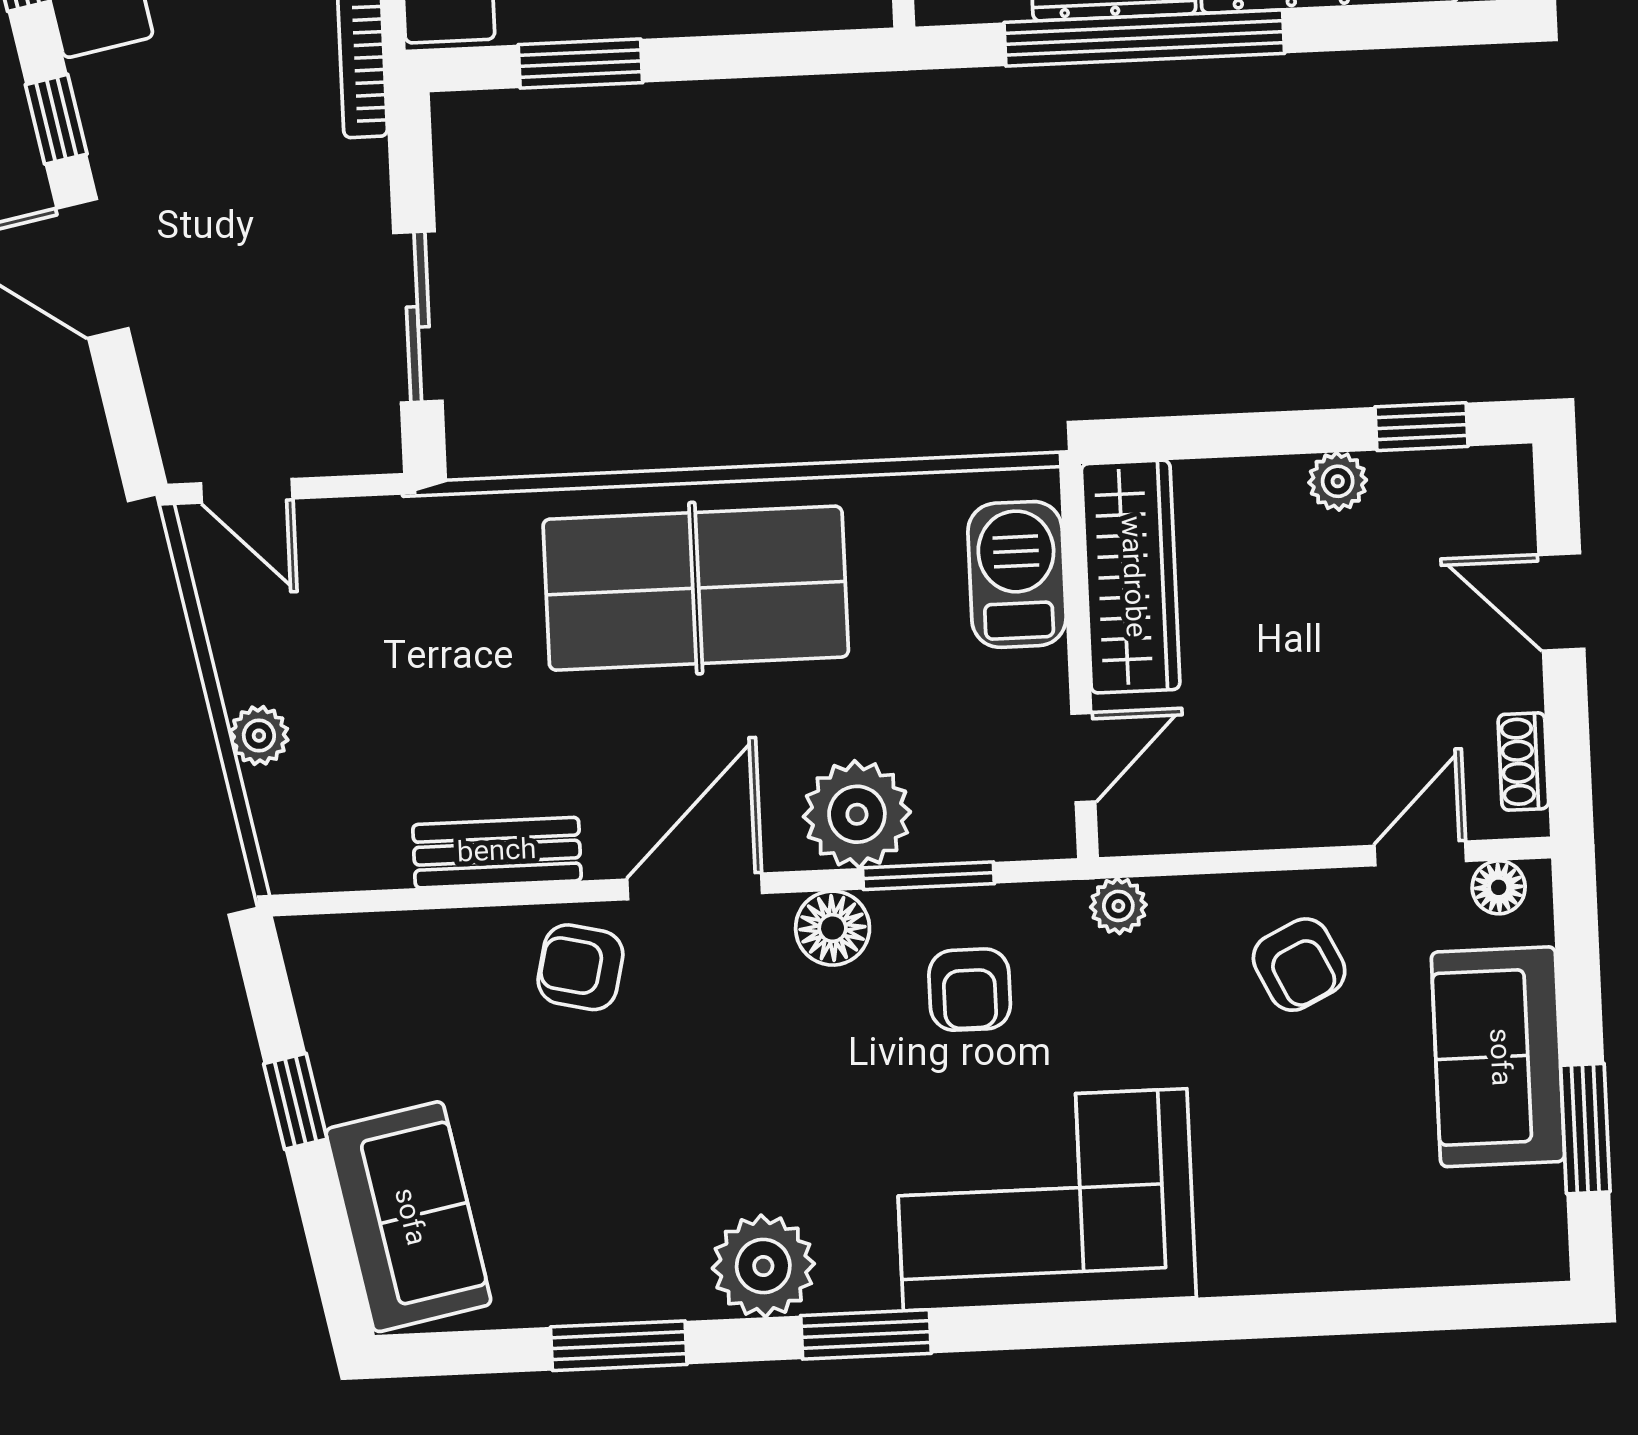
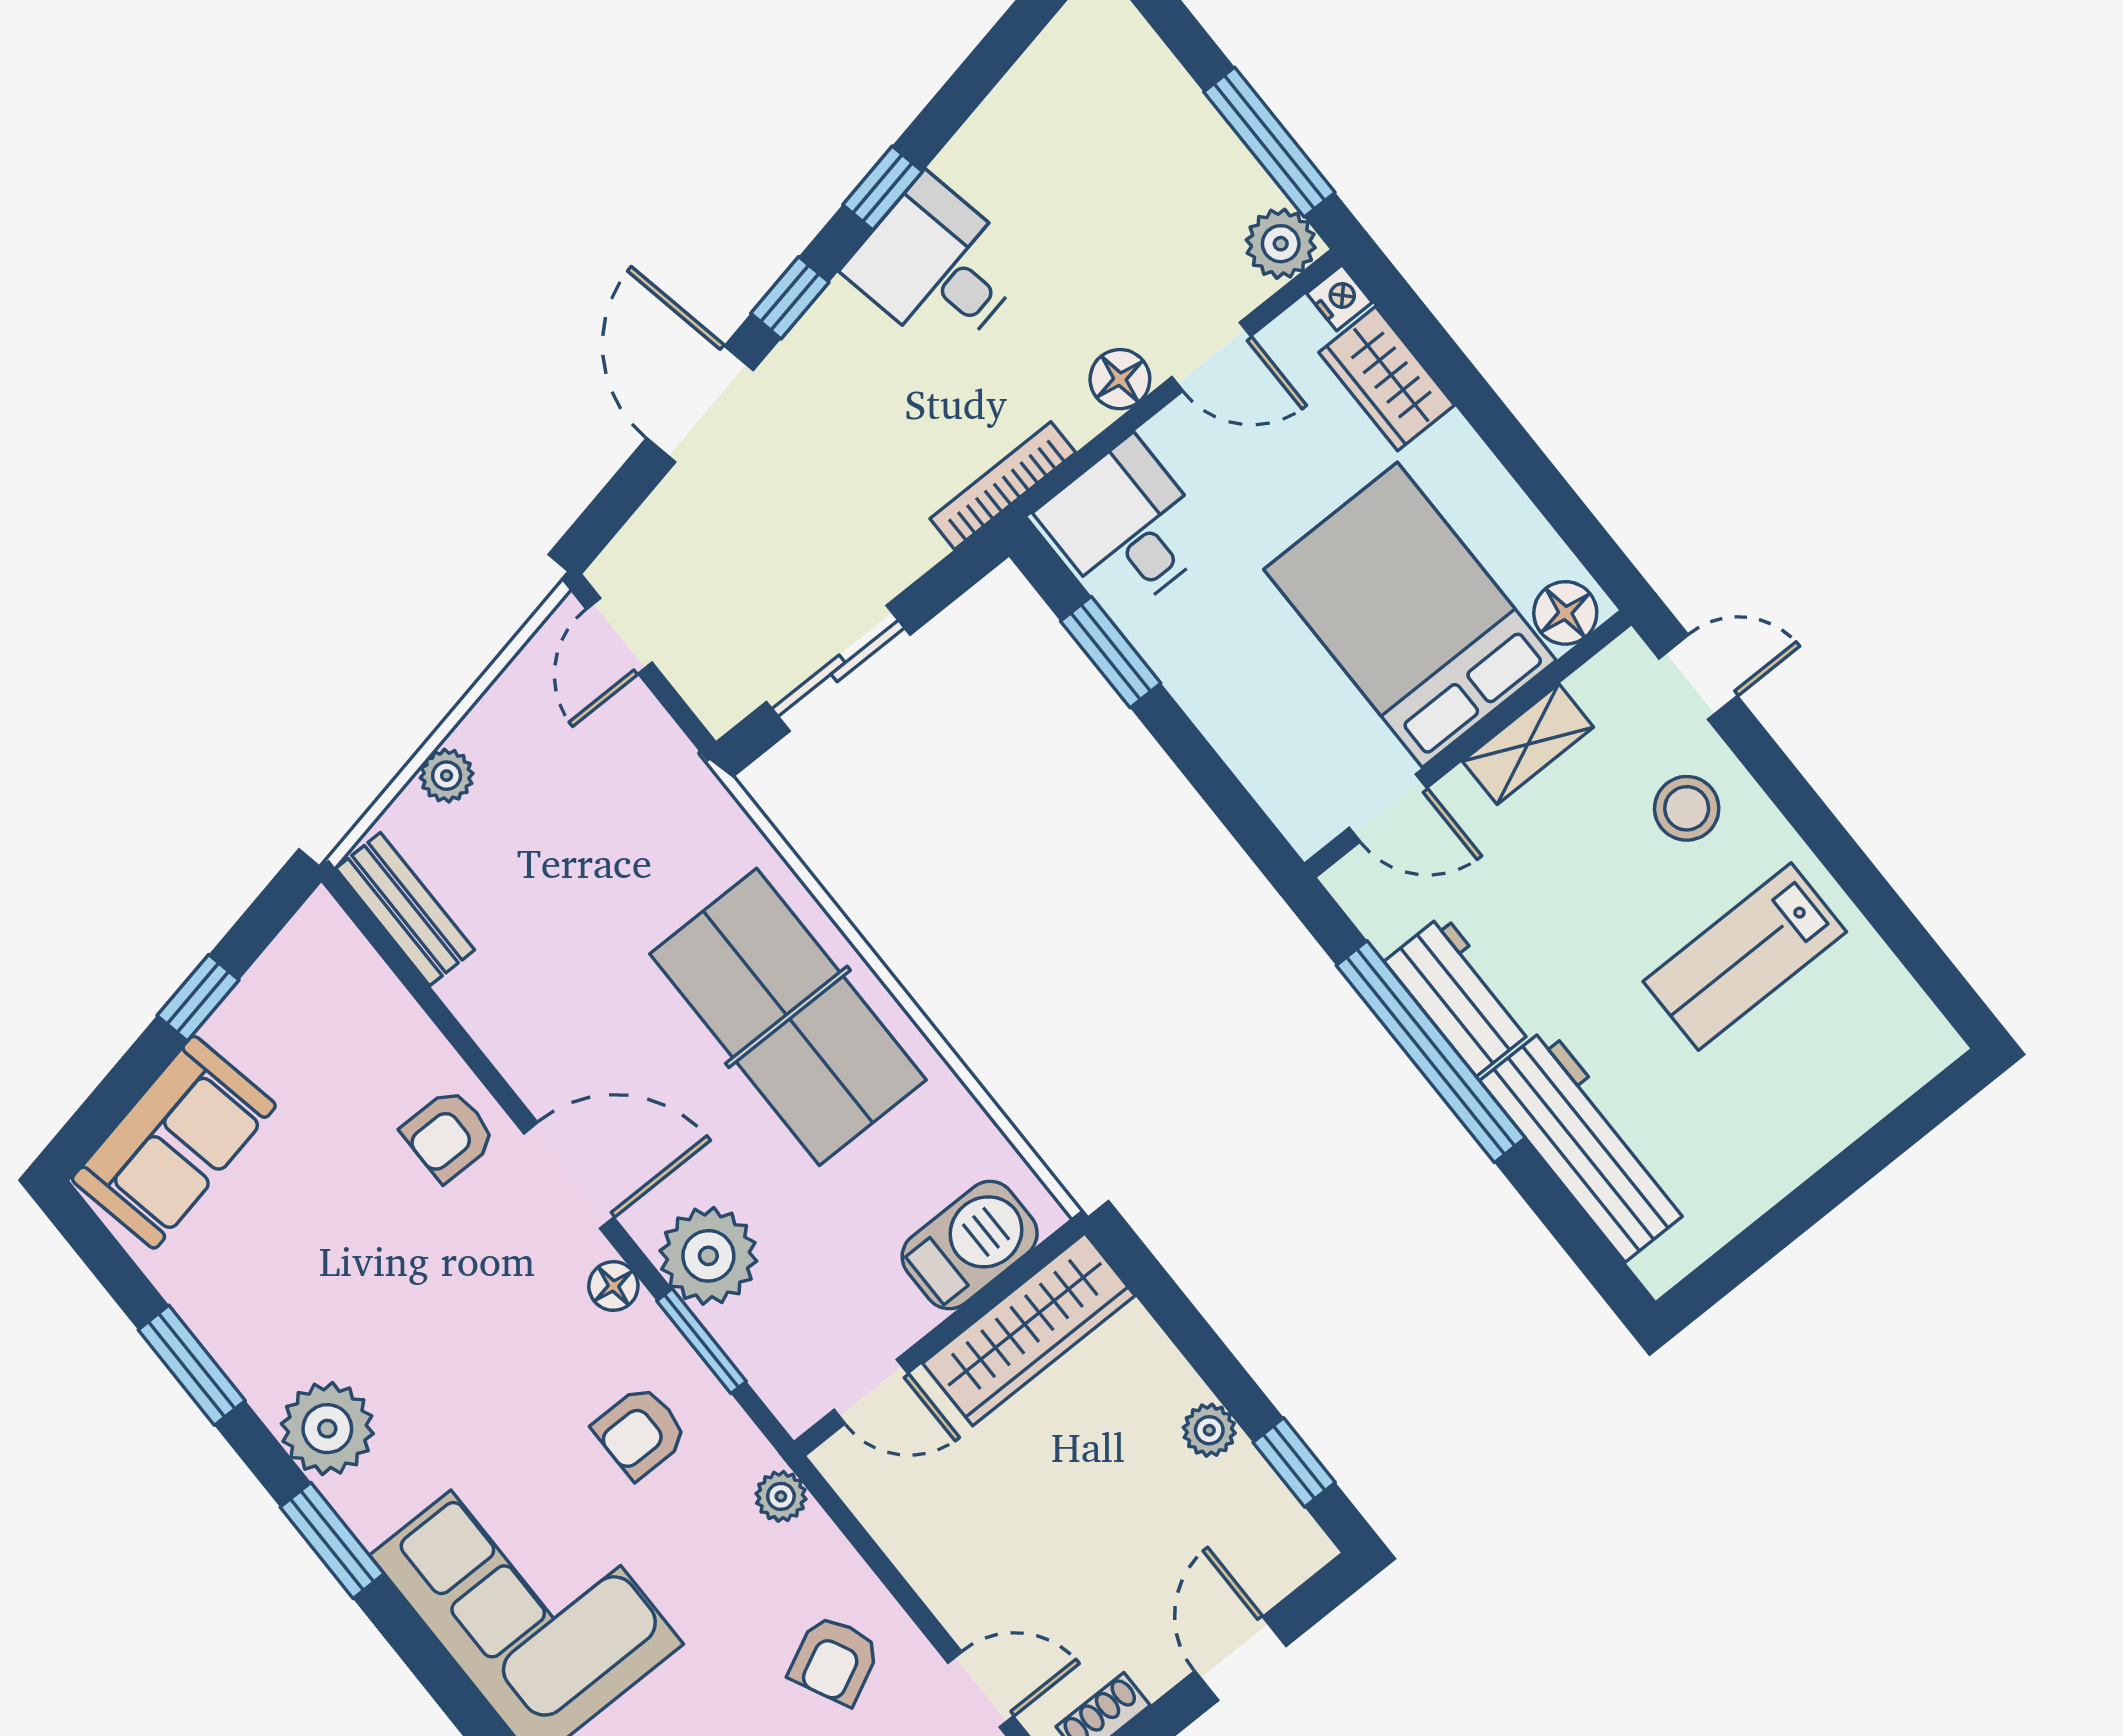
bench: (497, 853) -> (405, 909), moved
floor lamp: (833, 928) -> (613, 1286), width x0.73, depth x0.73
armchair: (580, 967) -> (449, 1135), turned -103

